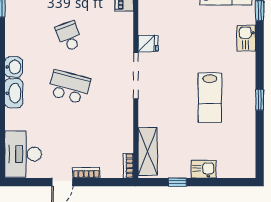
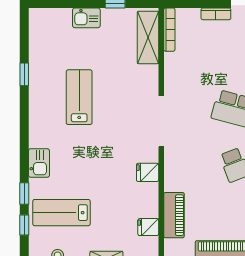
fridge: (148, 44) -> (148, 172), moved
window: (260, 100) -> (24, 74), moved
bookcase: (128, 166) -> (169, 30), width x1.56

